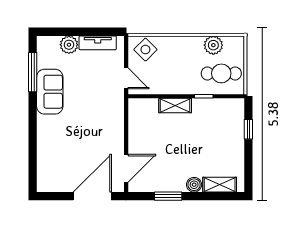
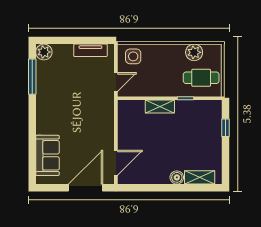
plant: (69, 45) -> (44, 52), moved
side table: (145, 50) -> (133, 56), turned 45
door: (126, 78) -> (116, 82), hinge flipped
sofa: (50, 92) -> (47, 155), moved
window: (168, 196) -> (154, 188), removed

